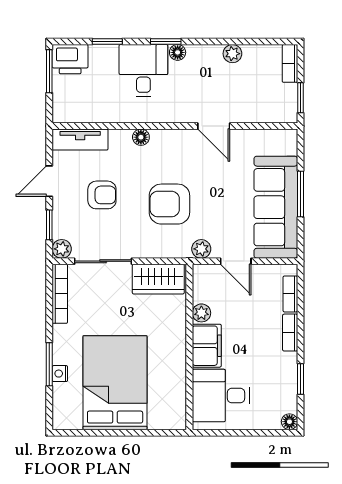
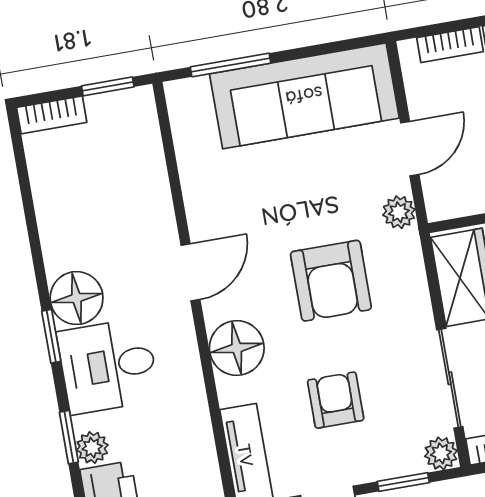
floor lamp: (178, 52) -> (77, 298), width x1.89, depth x1.89
plant: (232, 54) -> (92, 448), moved
door: (214, 126) -> (191, 272), moved
floor lamp: (141, 137) -> (237, 348), width x1.89, depth x1.89
window: (300, 194) -> (231, 65), moved

